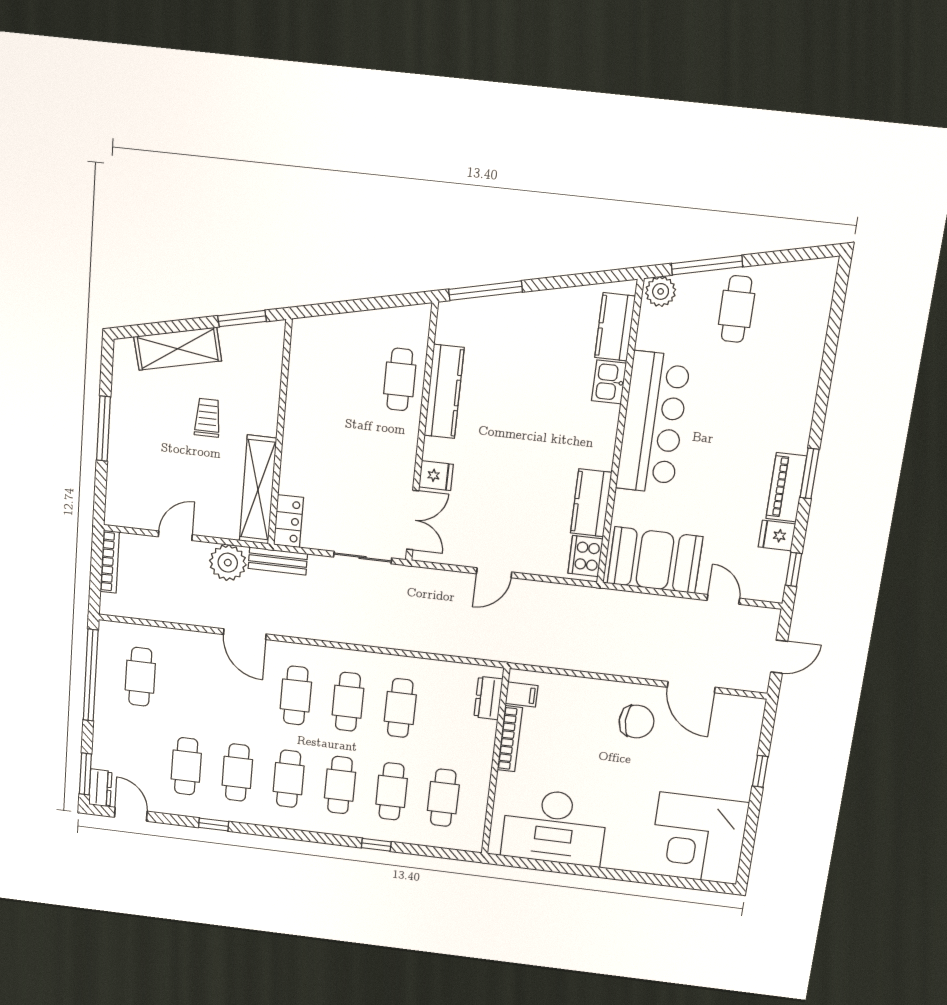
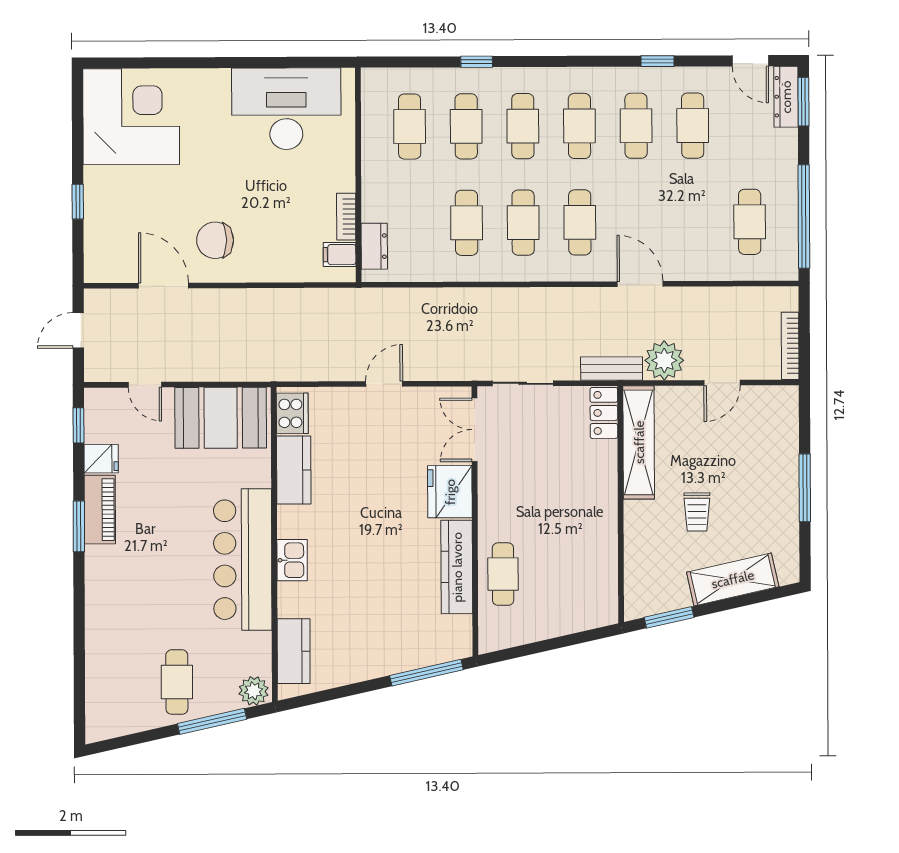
kitchen sink: (609, 382) -> (292, 560), moved
fridge: (436, 476) -> (450, 492), width x1.88, depth x1.34
bookcase: (510, 739) -> (346, 217), width x0.64
dresser: (100, 788) -> (786, 97), width x1.44

